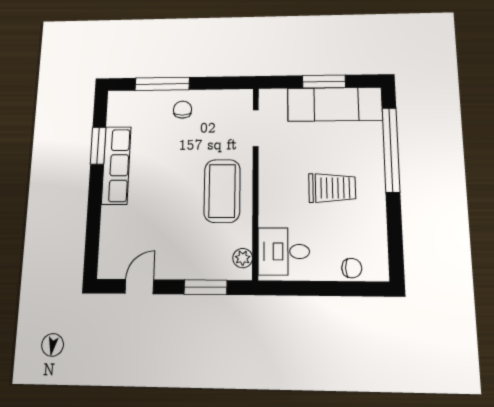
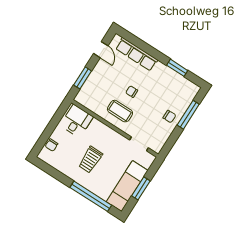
row of seats: (116, 165) -> (137, 54), moved
coffee table: (222, 191) -> (120, 111), width x0.73, depth x0.76
chair: (179, 192) -> (132, 92), added
plant: (243, 258) -> (85, 102), removed

